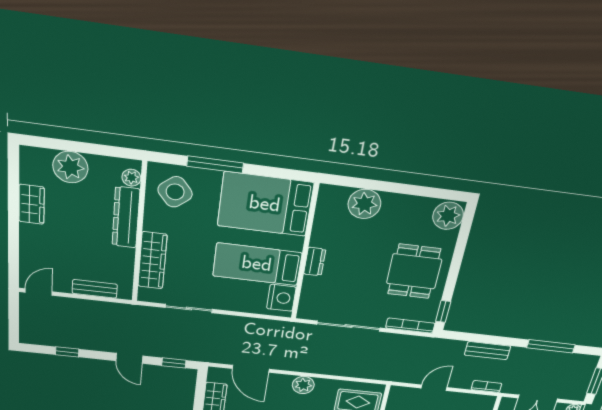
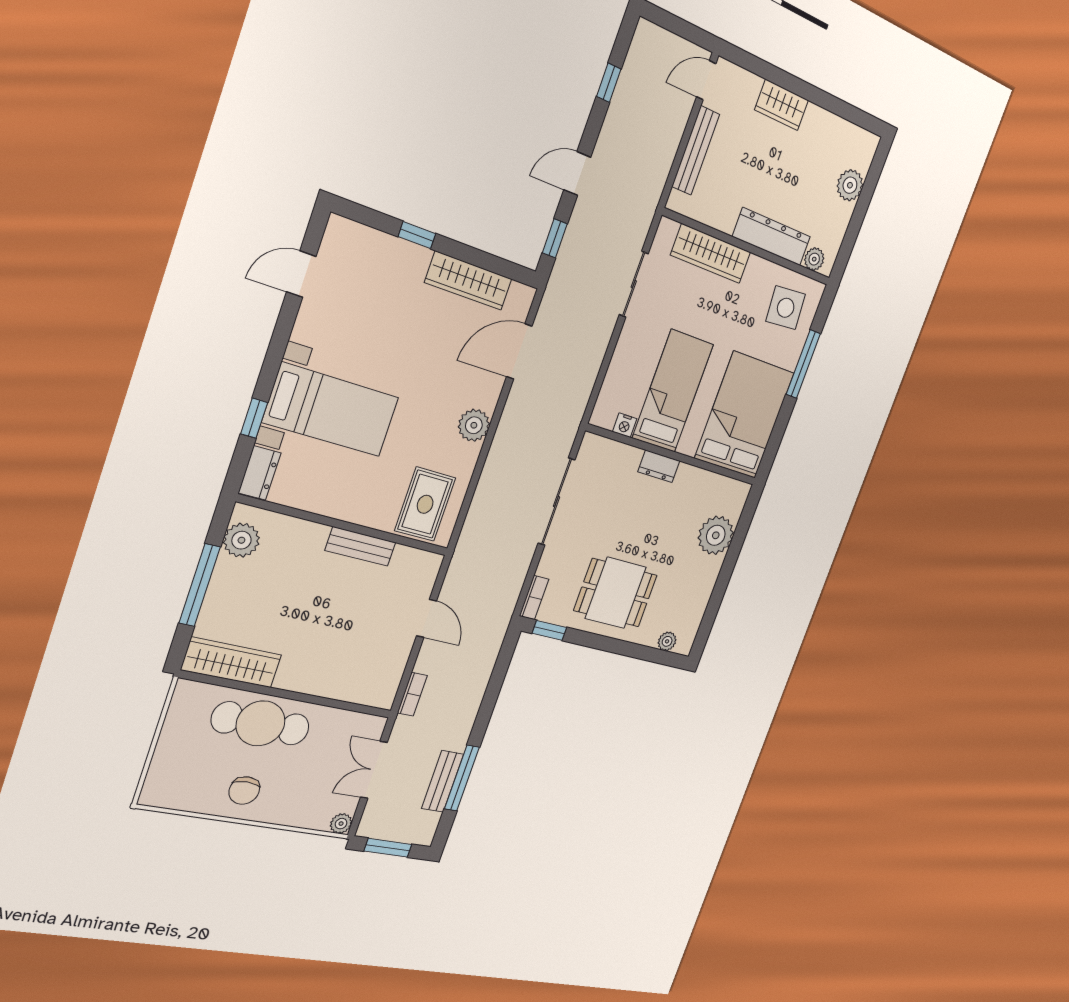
plant: (70, 167) -> (850, 185), width x0.73, depth x0.73
side table: (175, 192) -> (786, 308), turned 34
wardrobe: (32, 204) -> (782, 105), moved
plant: (448, 216) -> (667, 641), width x0.53, depth x0.53
bench: (95, 289) -> (696, 150), width x1.36
door: (39, 292) -> (706, 80), swing flipped
nightstand: (281, 298) -> (625, 425), width x0.53, depth x0.56
bookcase: (410, 326) -> (534, 598), width x0.64
bench: (488, 351) -> (443, 781), moved

